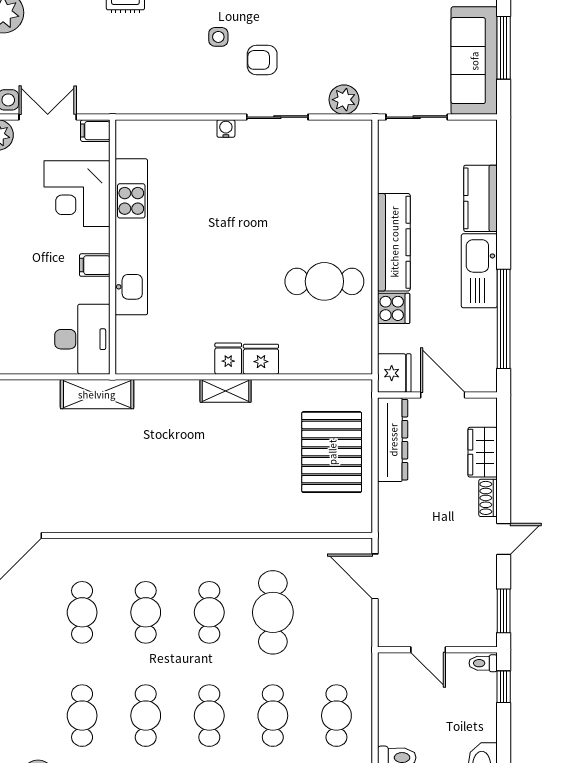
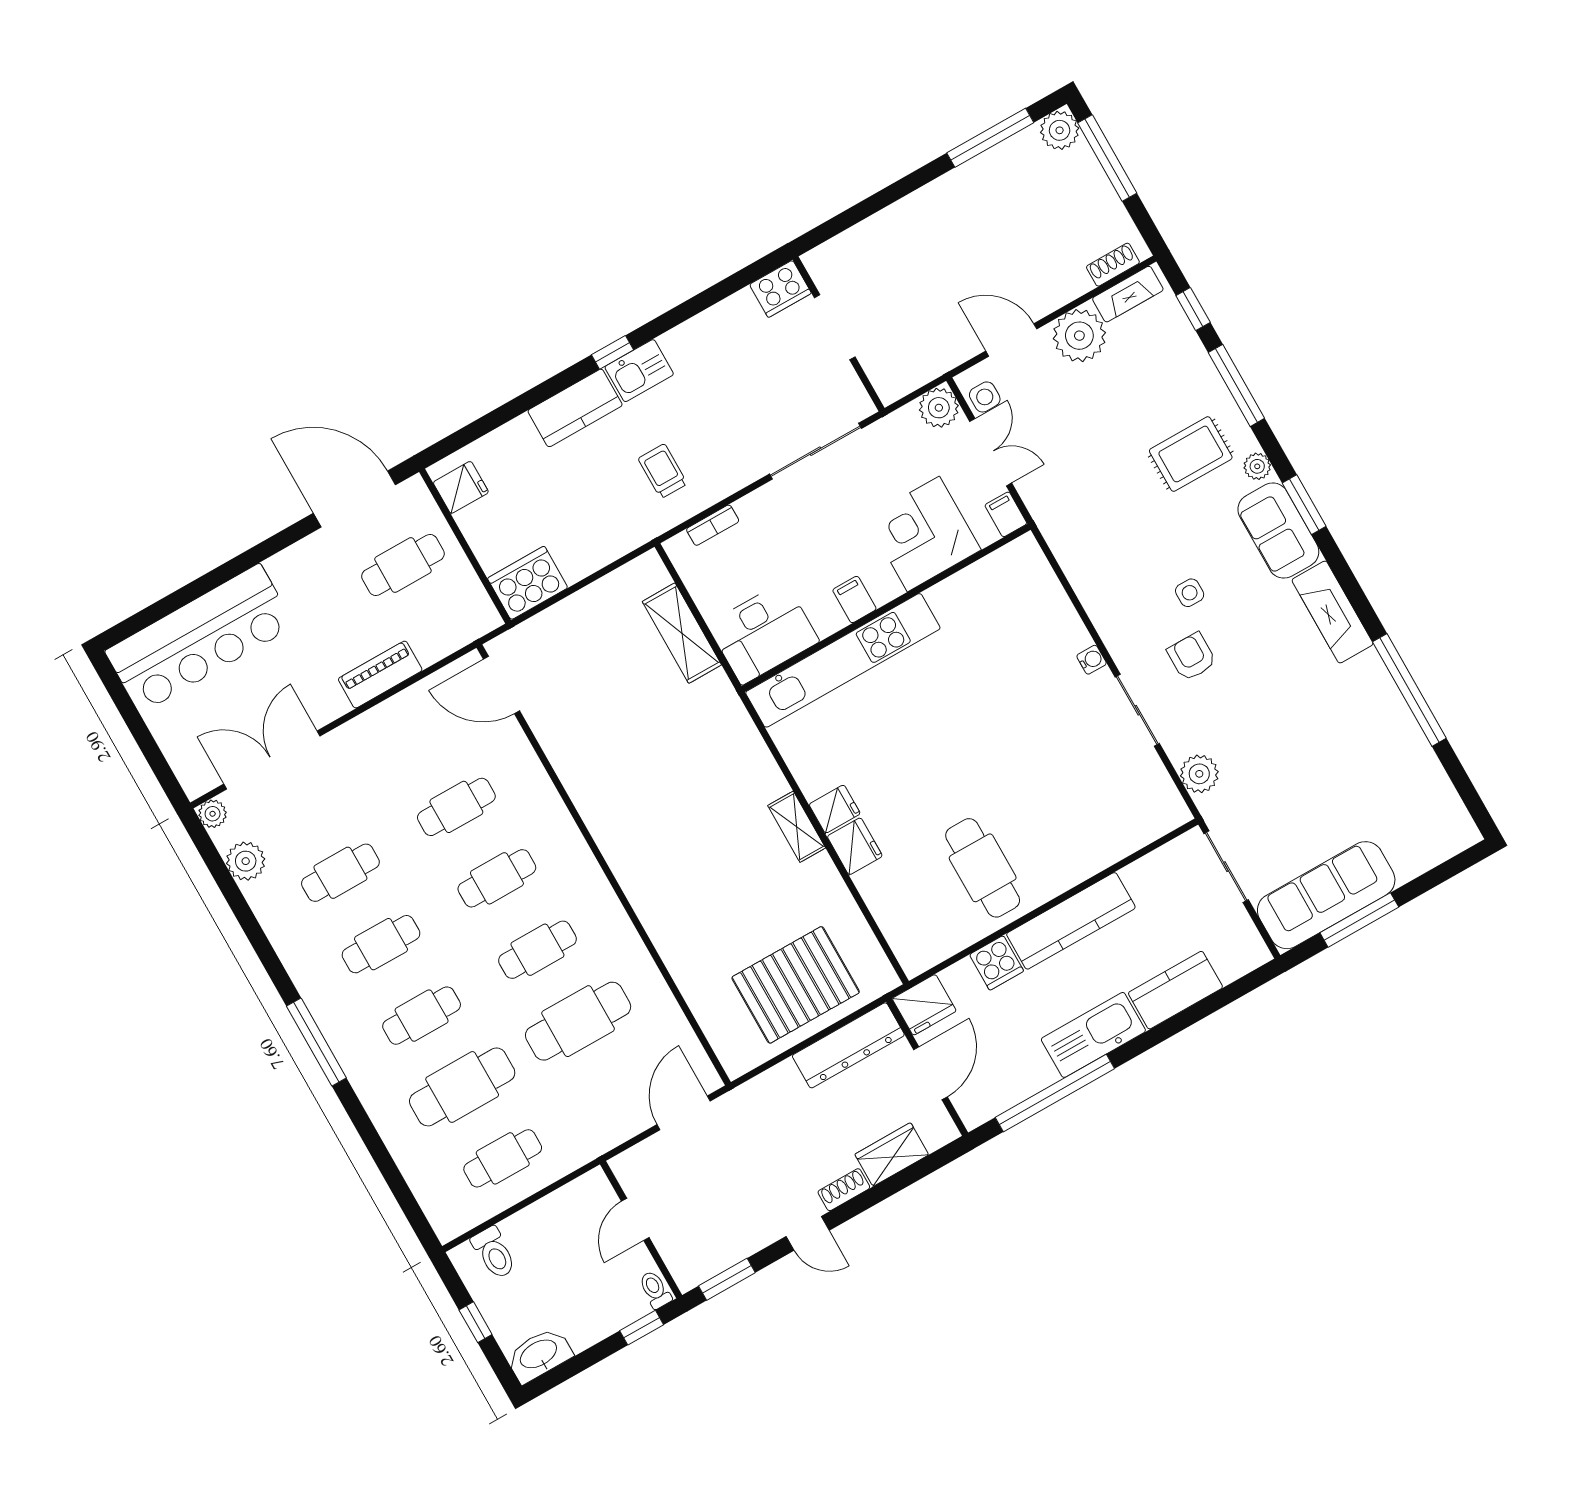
kitchen unit: (131, 237) -> (843, 660), moved
shelving: (97, 394) -> (682, 633), moved
cafe table: (273, 716) -> (462, 1087), width x1.37, depth x1.35

